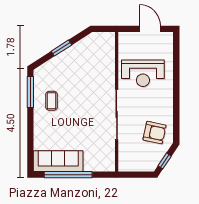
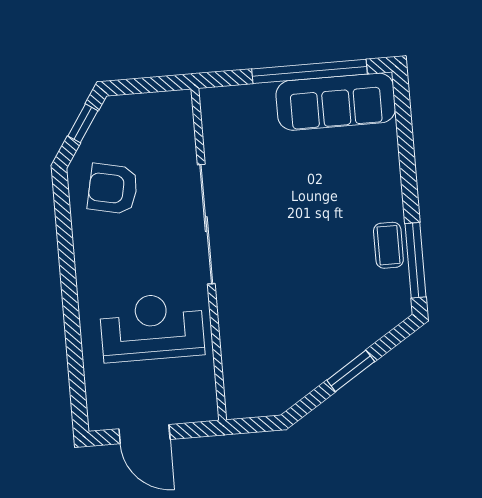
coffee table: (52, 101) -> (388, 245), moved

